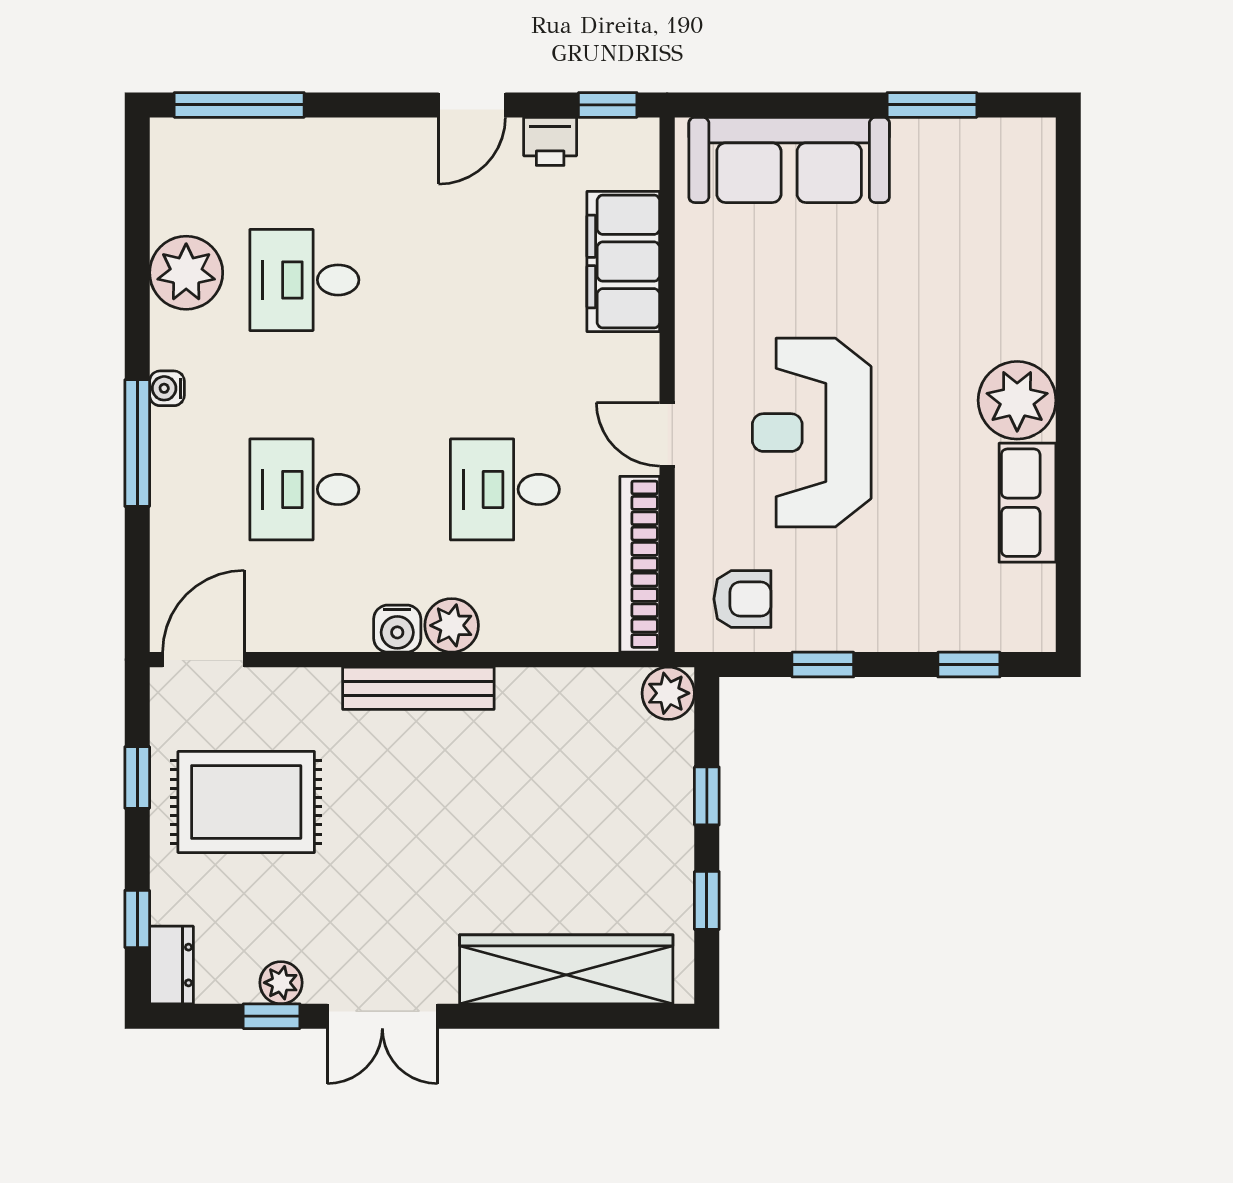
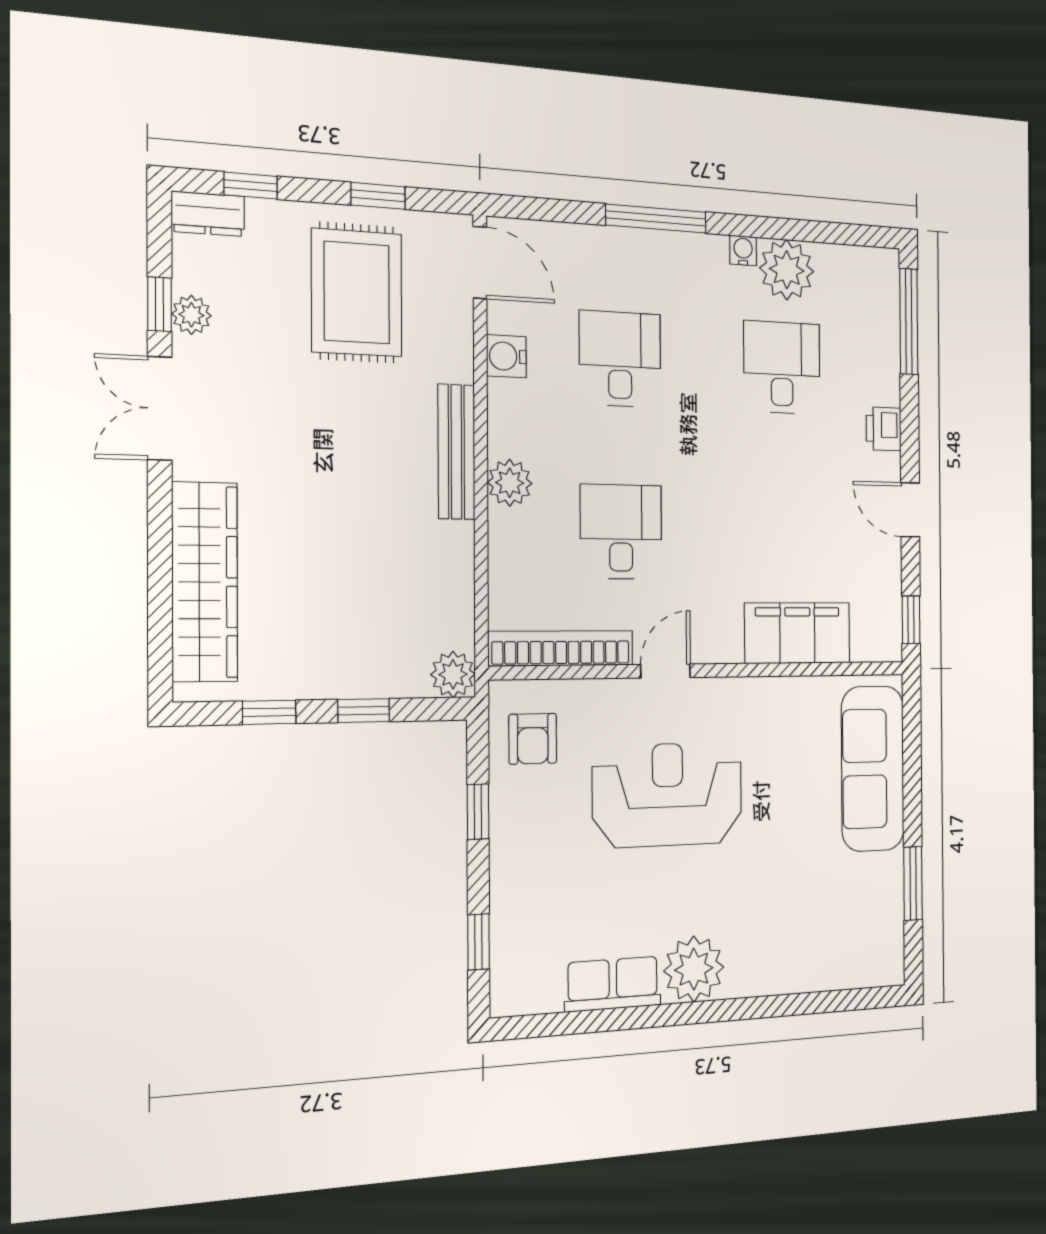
printer: (550, 141) -> (884, 429), moved
water cooler: (167, 388) -> (743, 251), moved
water cooler: (397, 629) -> (506, 356), moved

